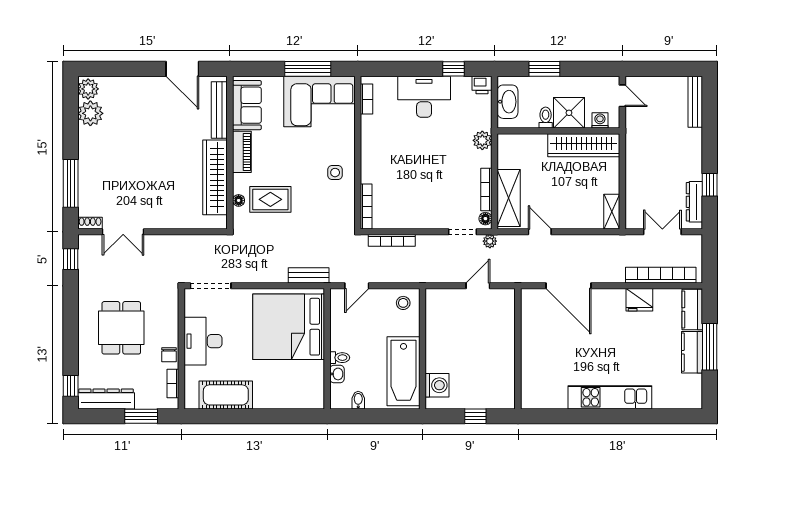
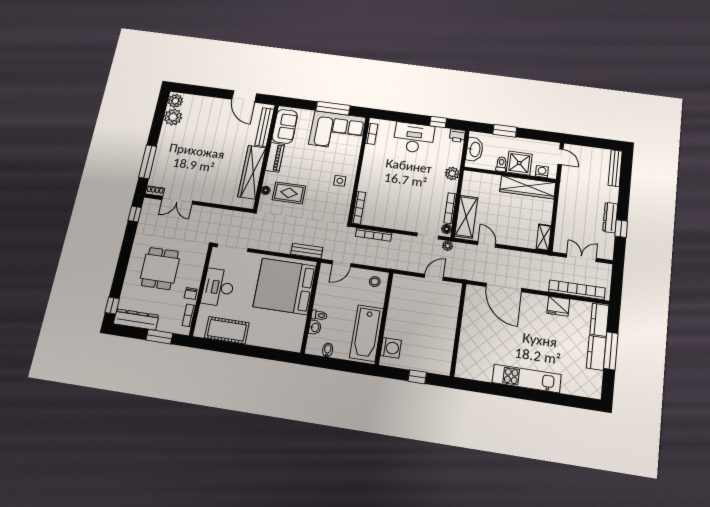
dresser: (694, 202) -> (610, 218), moved

